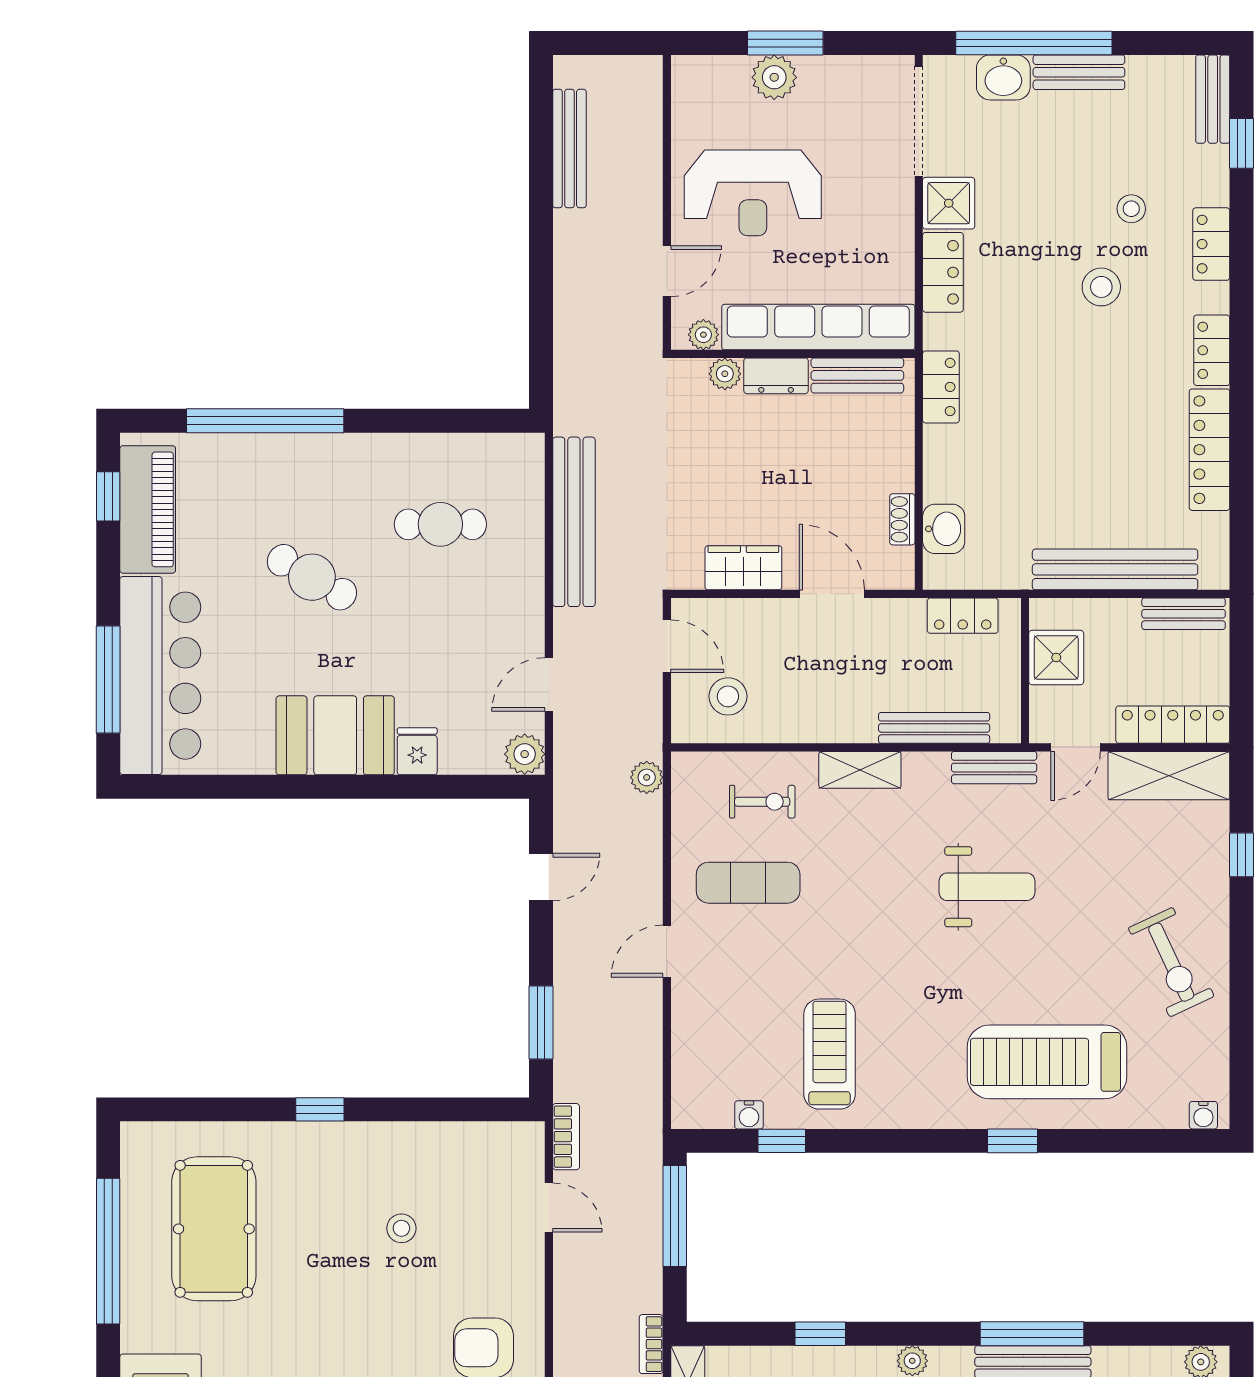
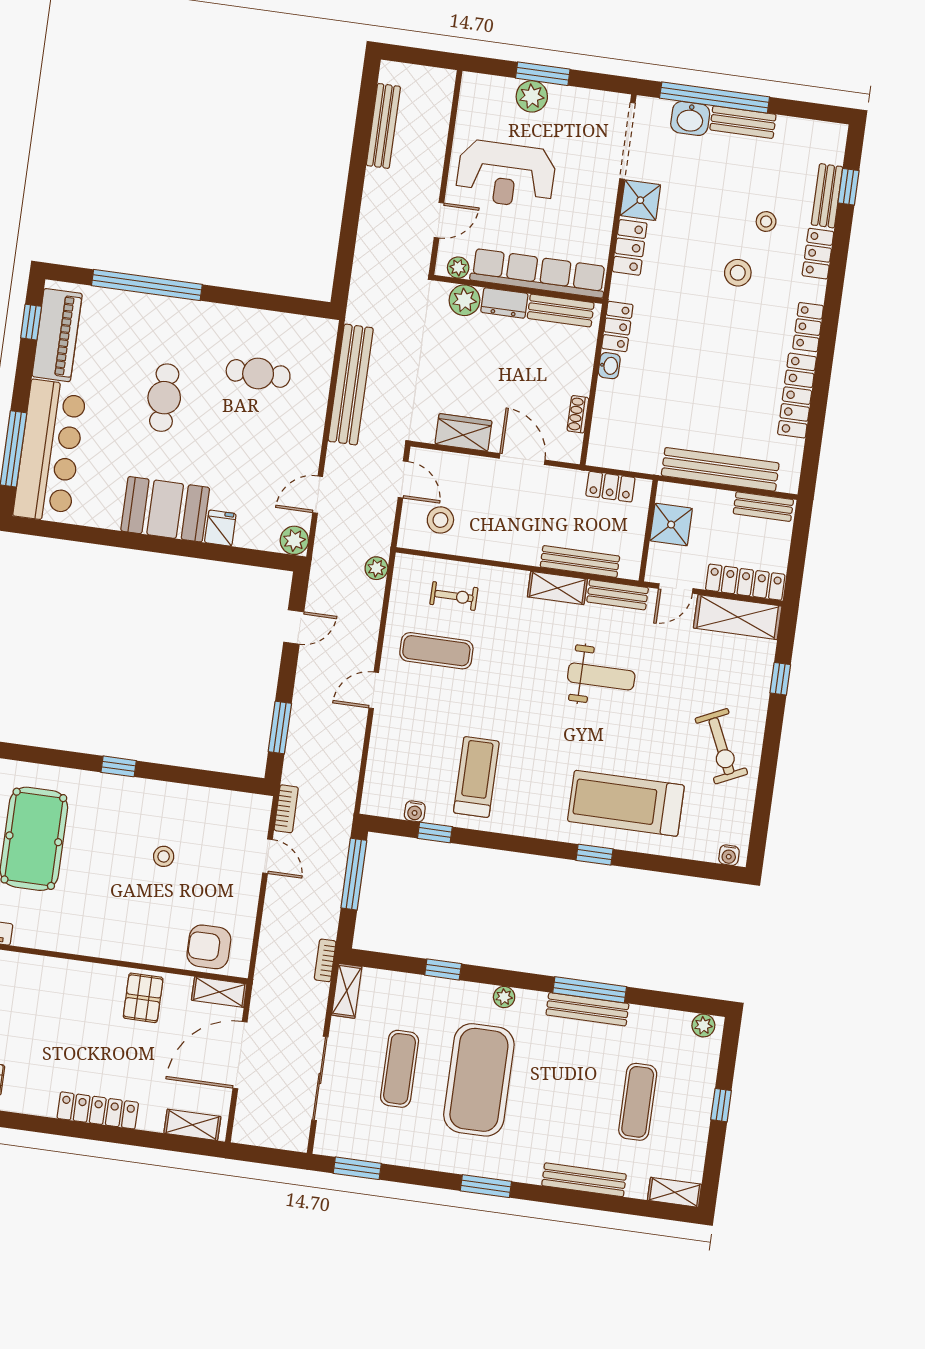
bench: (1213, 99) -> (827, 196), moved
plant: (725, 374) -> (464, 300), width x1.38, depth x1.38
washbasin: (944, 529) -> (609, 366), moved, width x0.72, depth x0.69
cafe table: (312, 577) -> (164, 398), turned 60
shelving: (860, 770) -> (557, 588), moved

